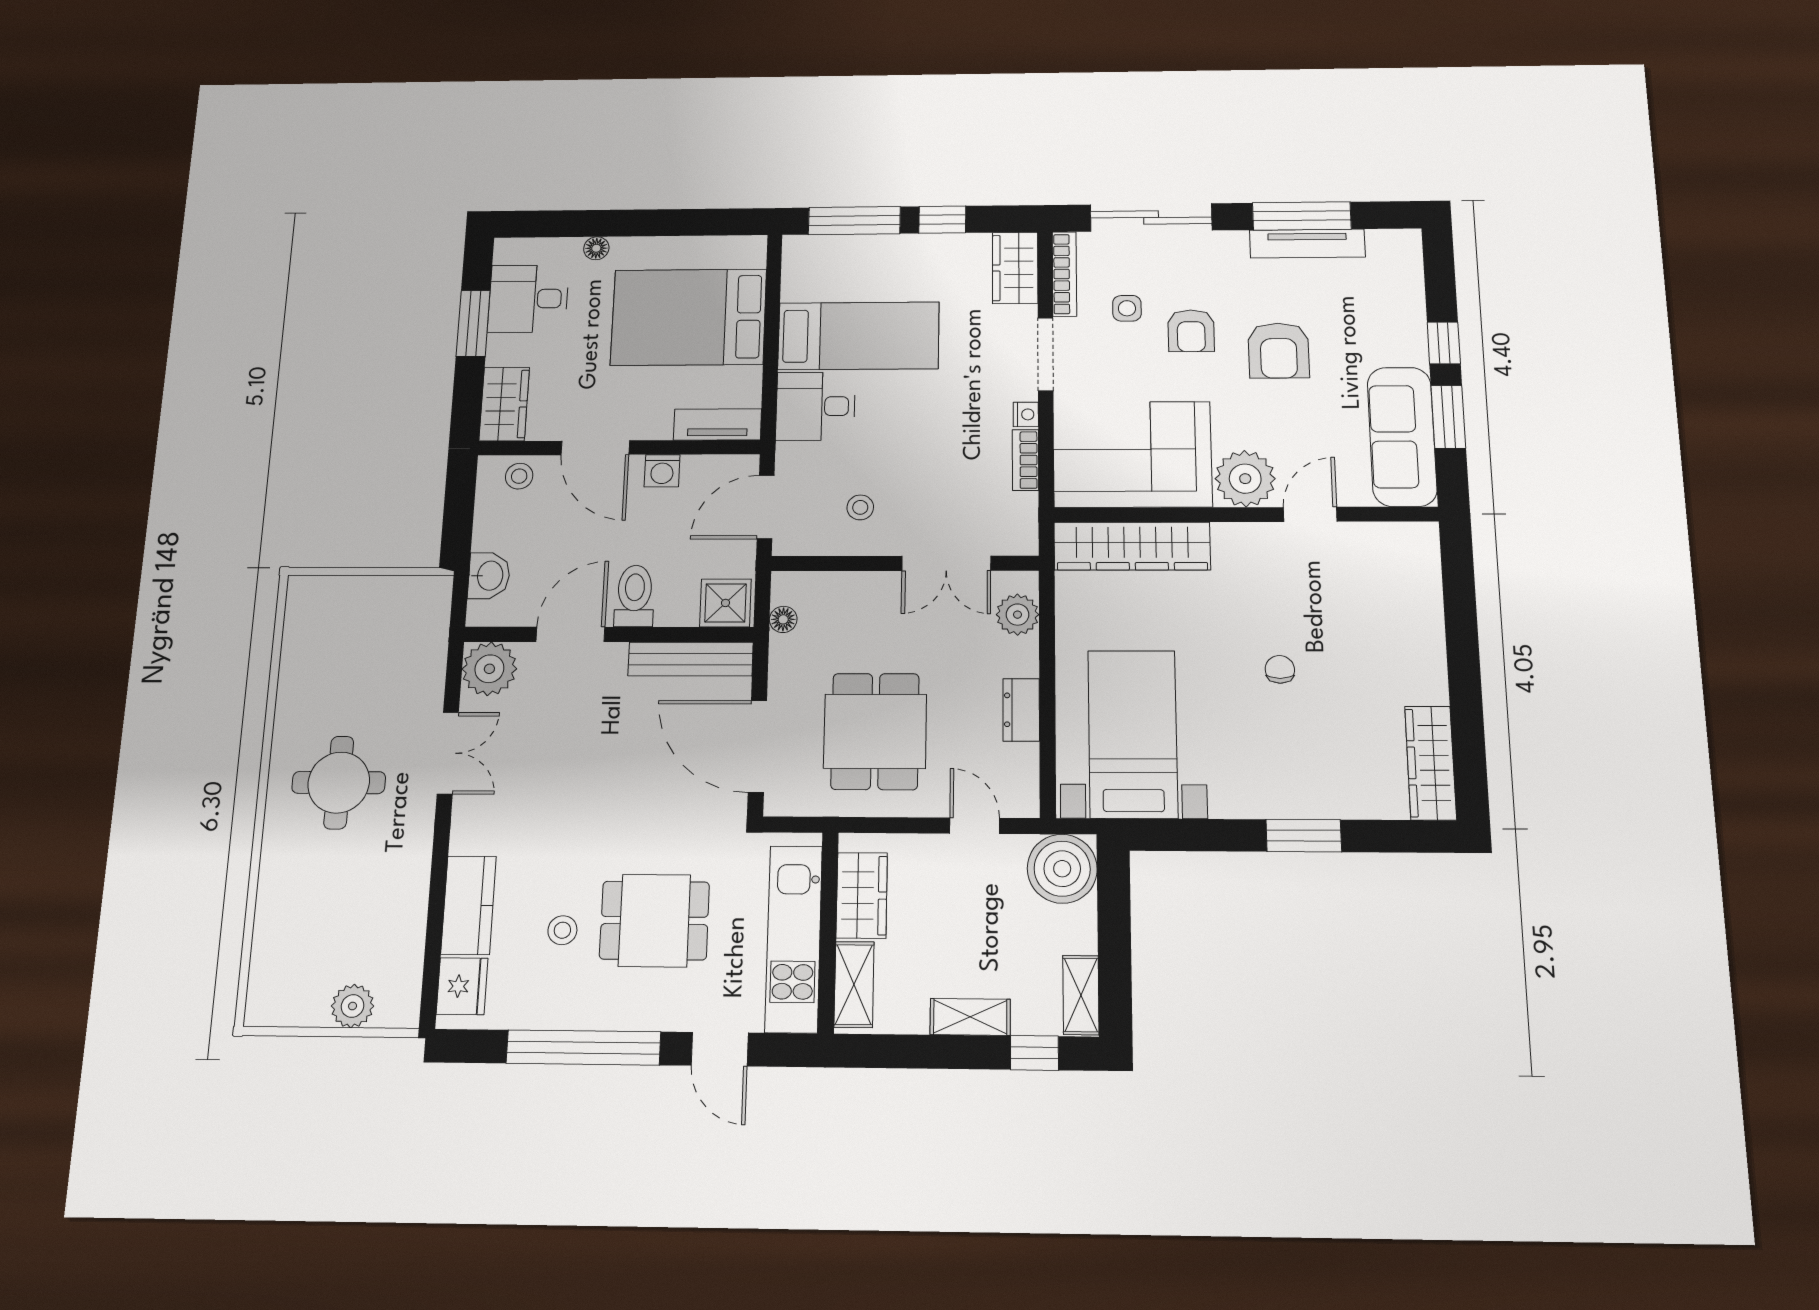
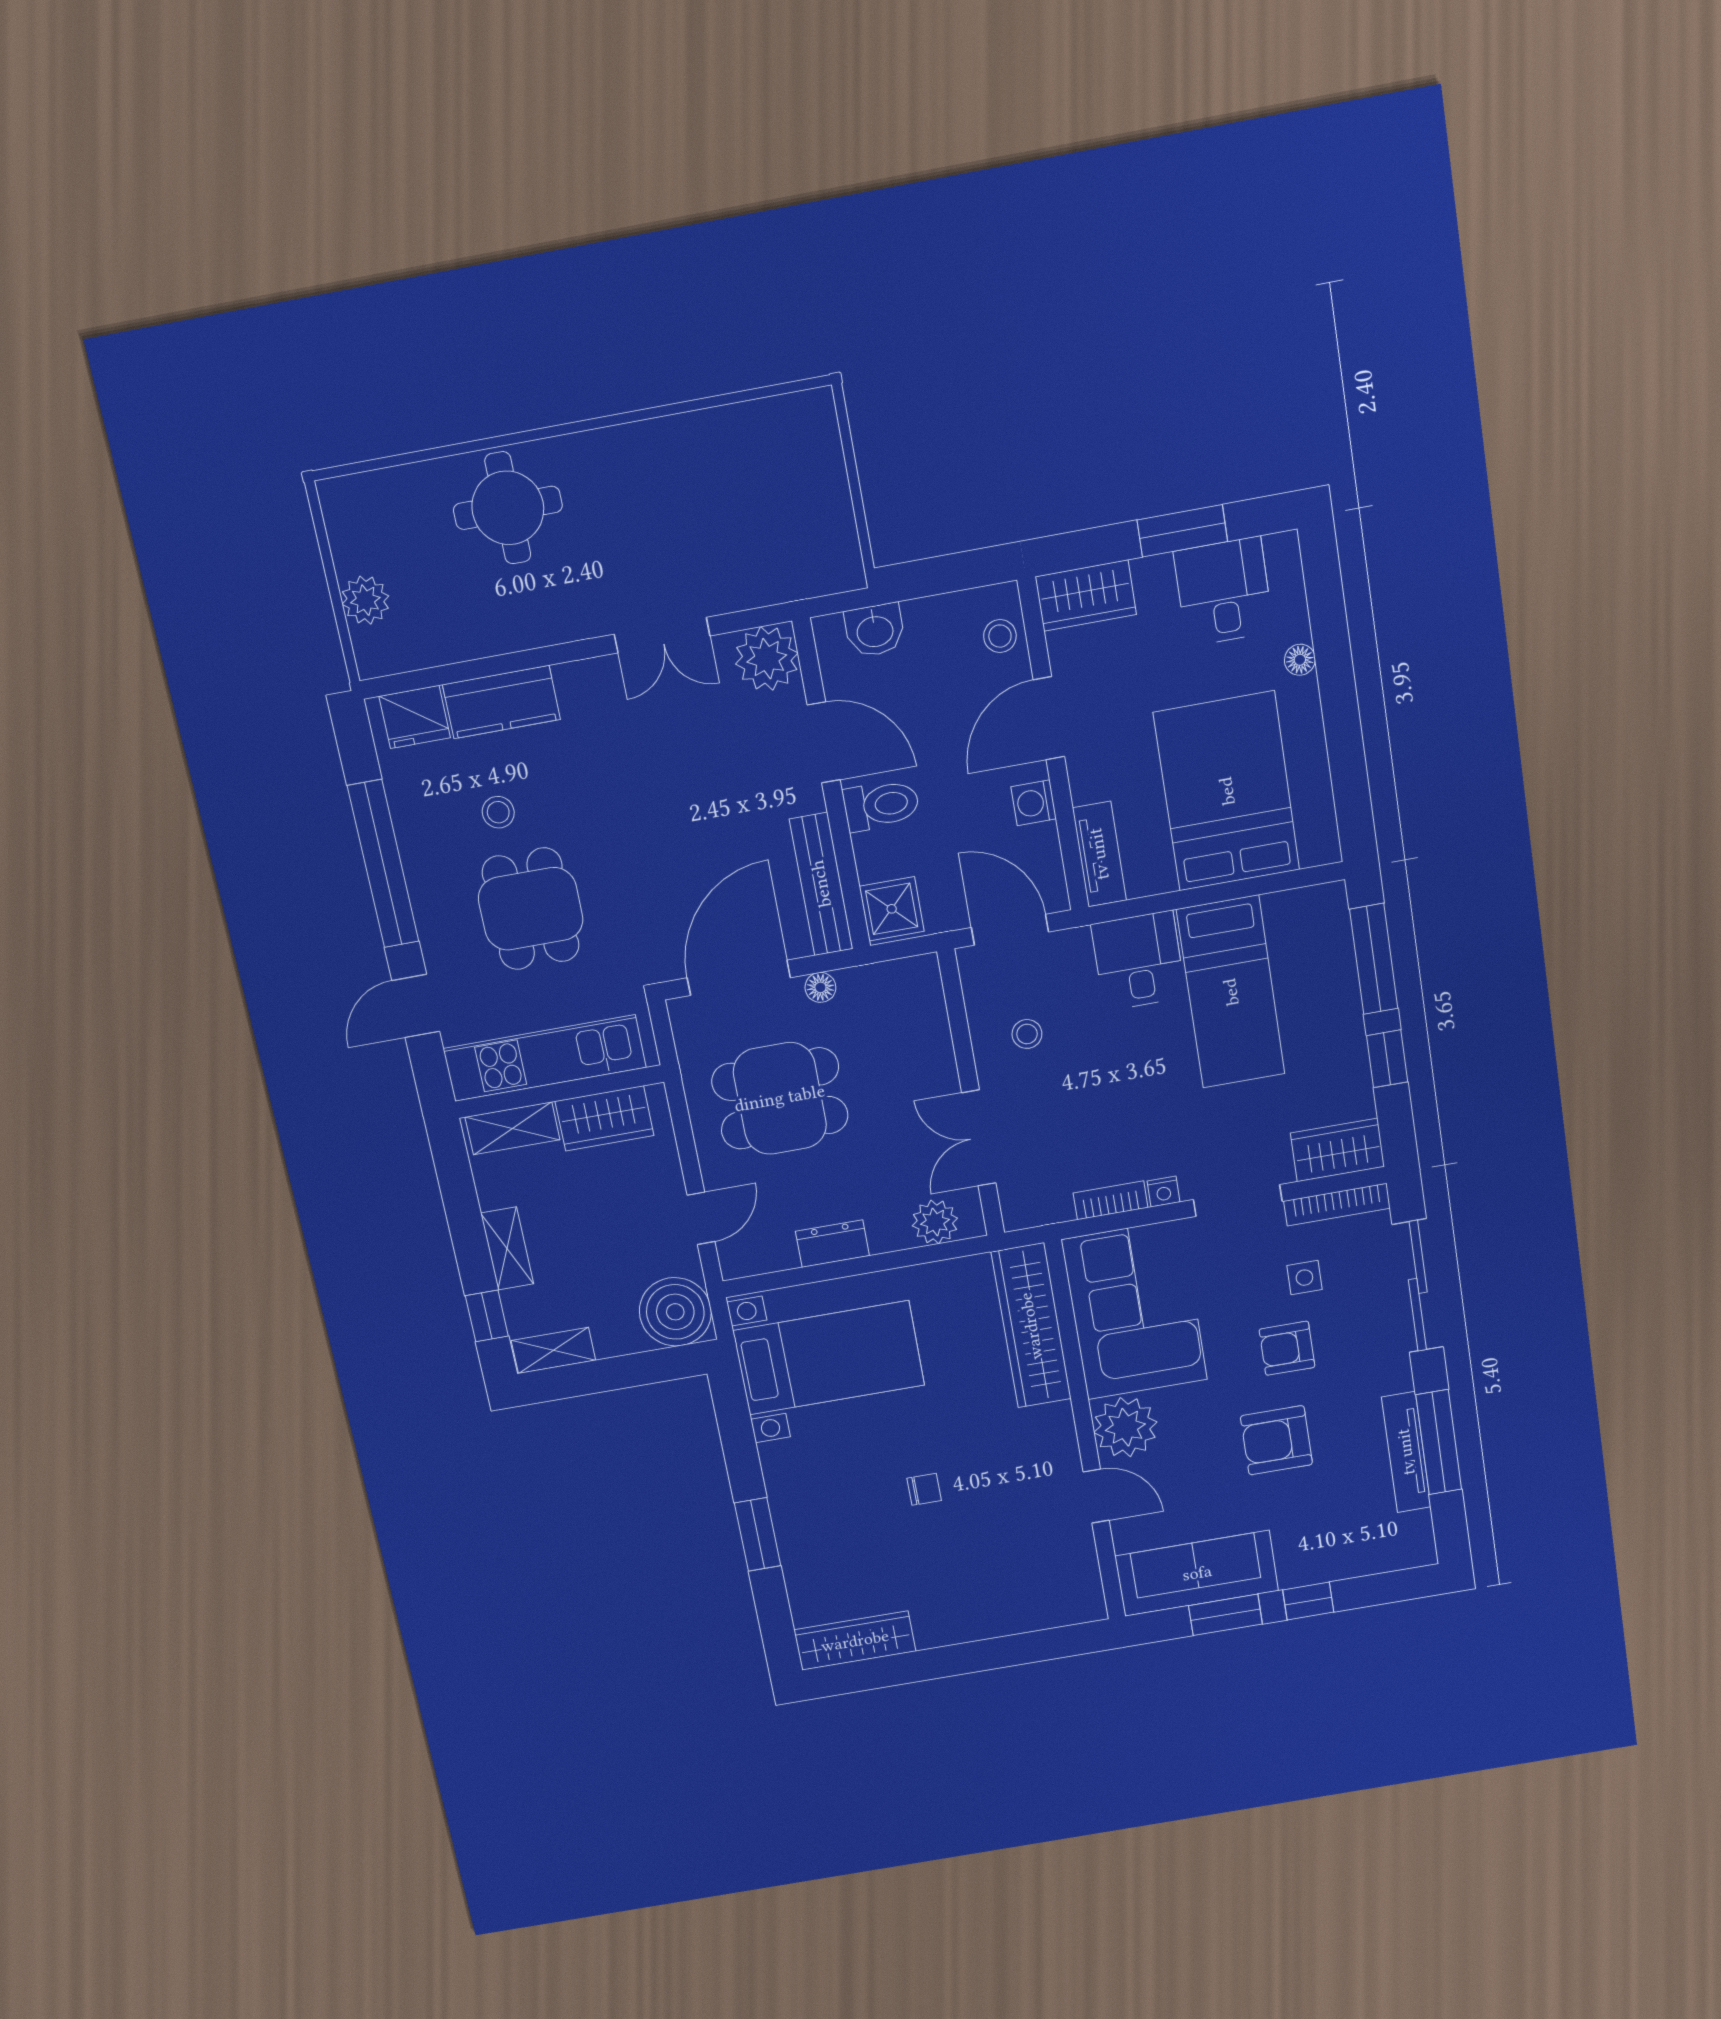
floor lamp: (783, 619) -> (820, 987), moved
round table: (339, 783) -> (508, 508), moved

